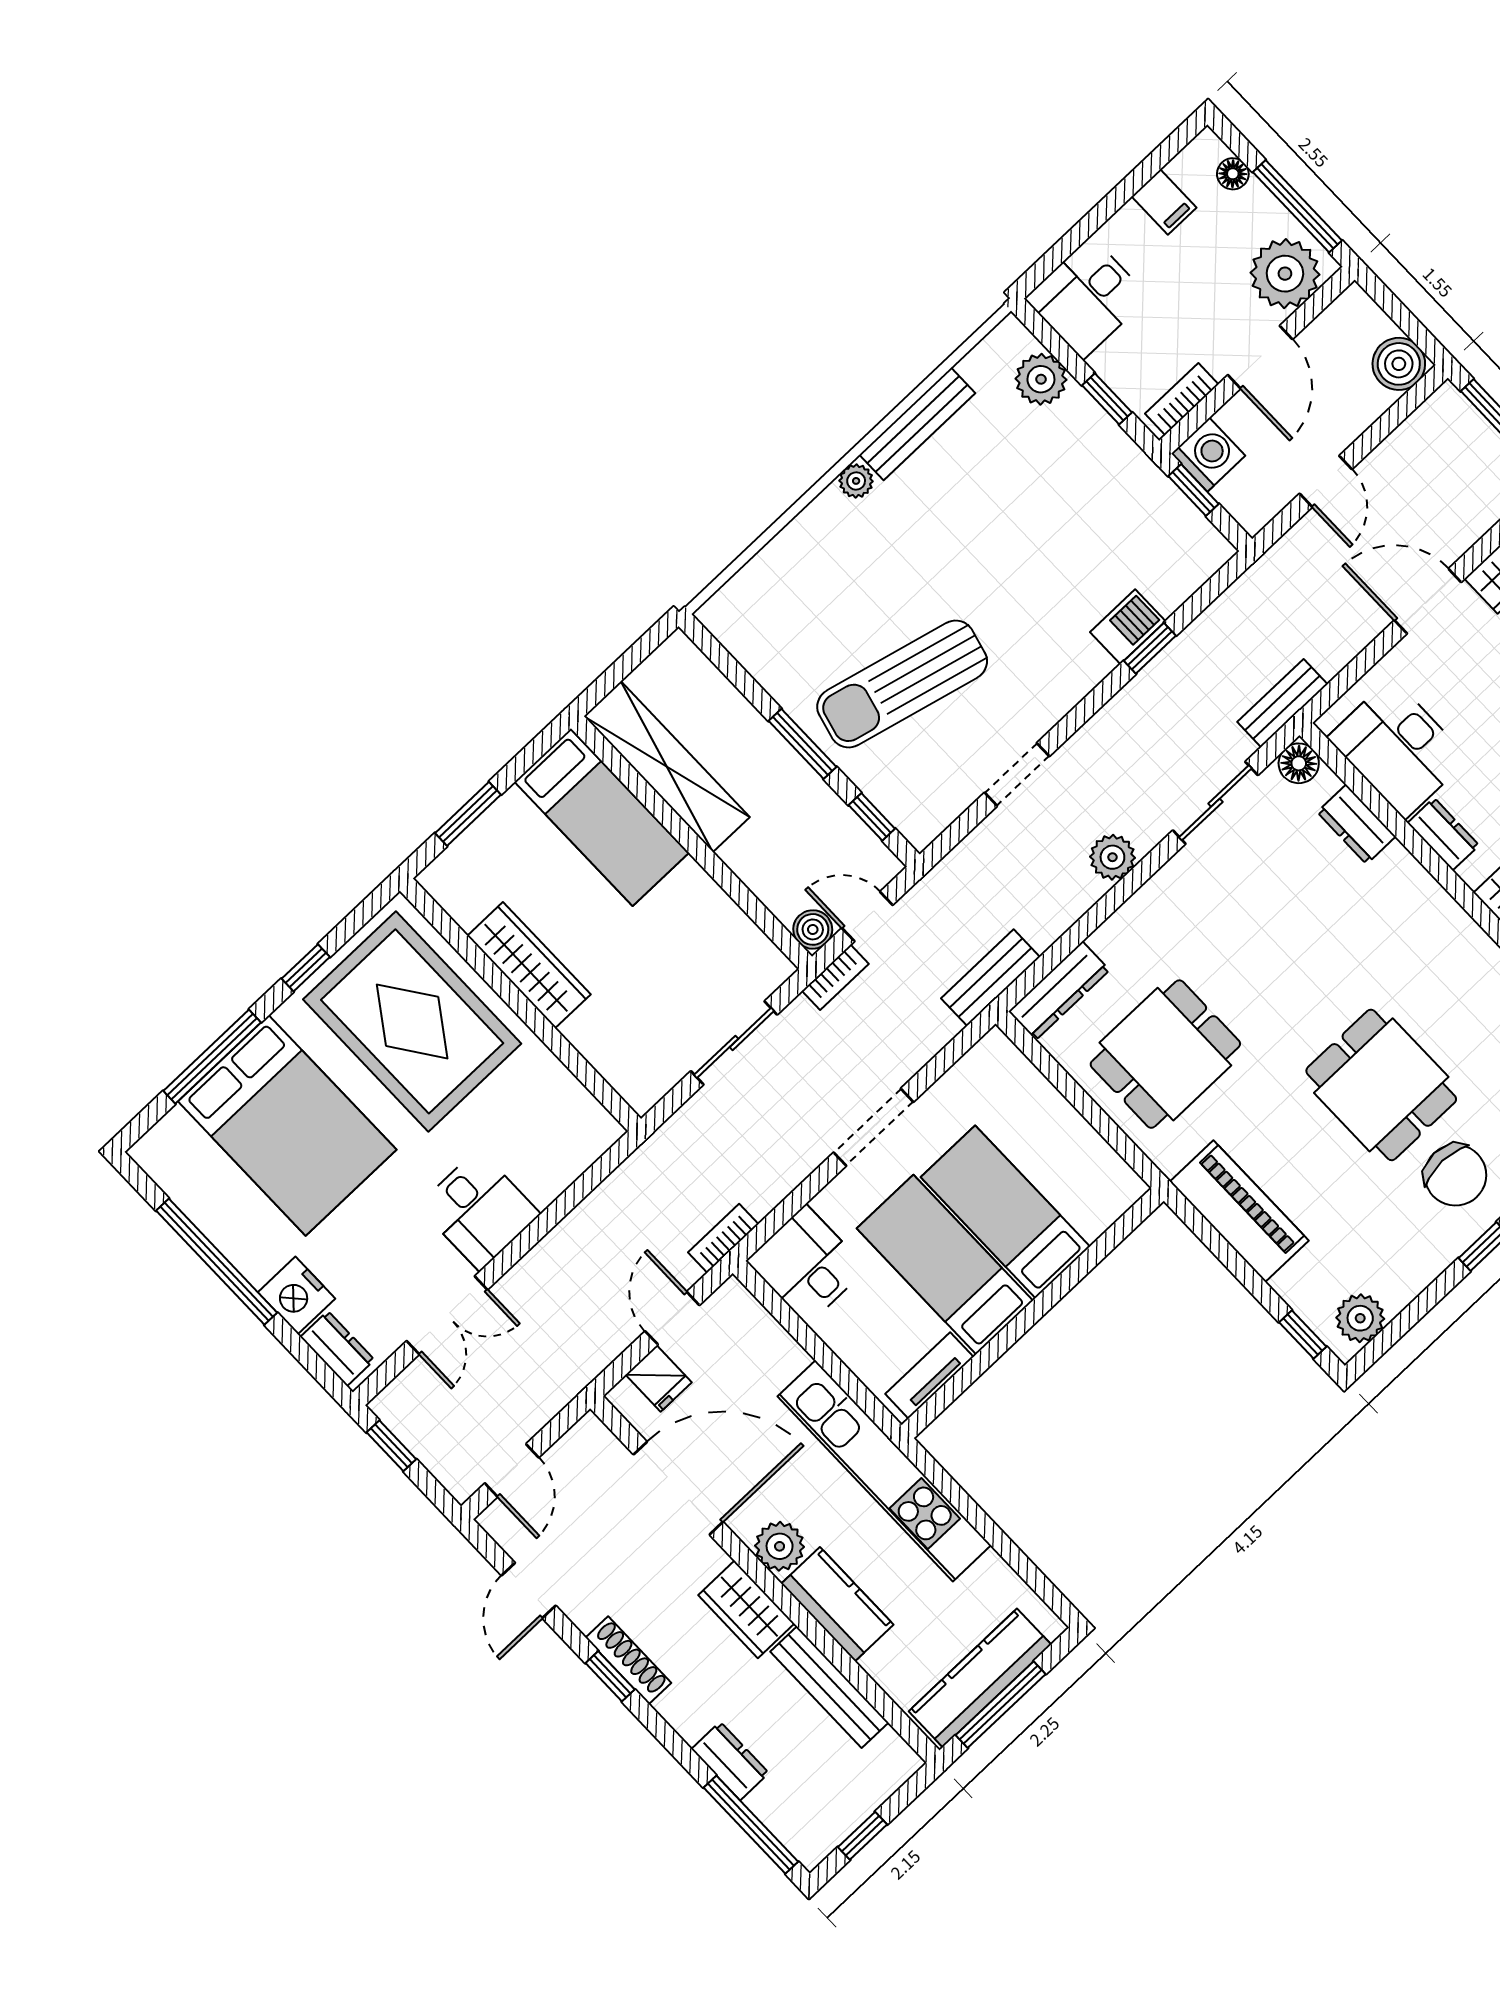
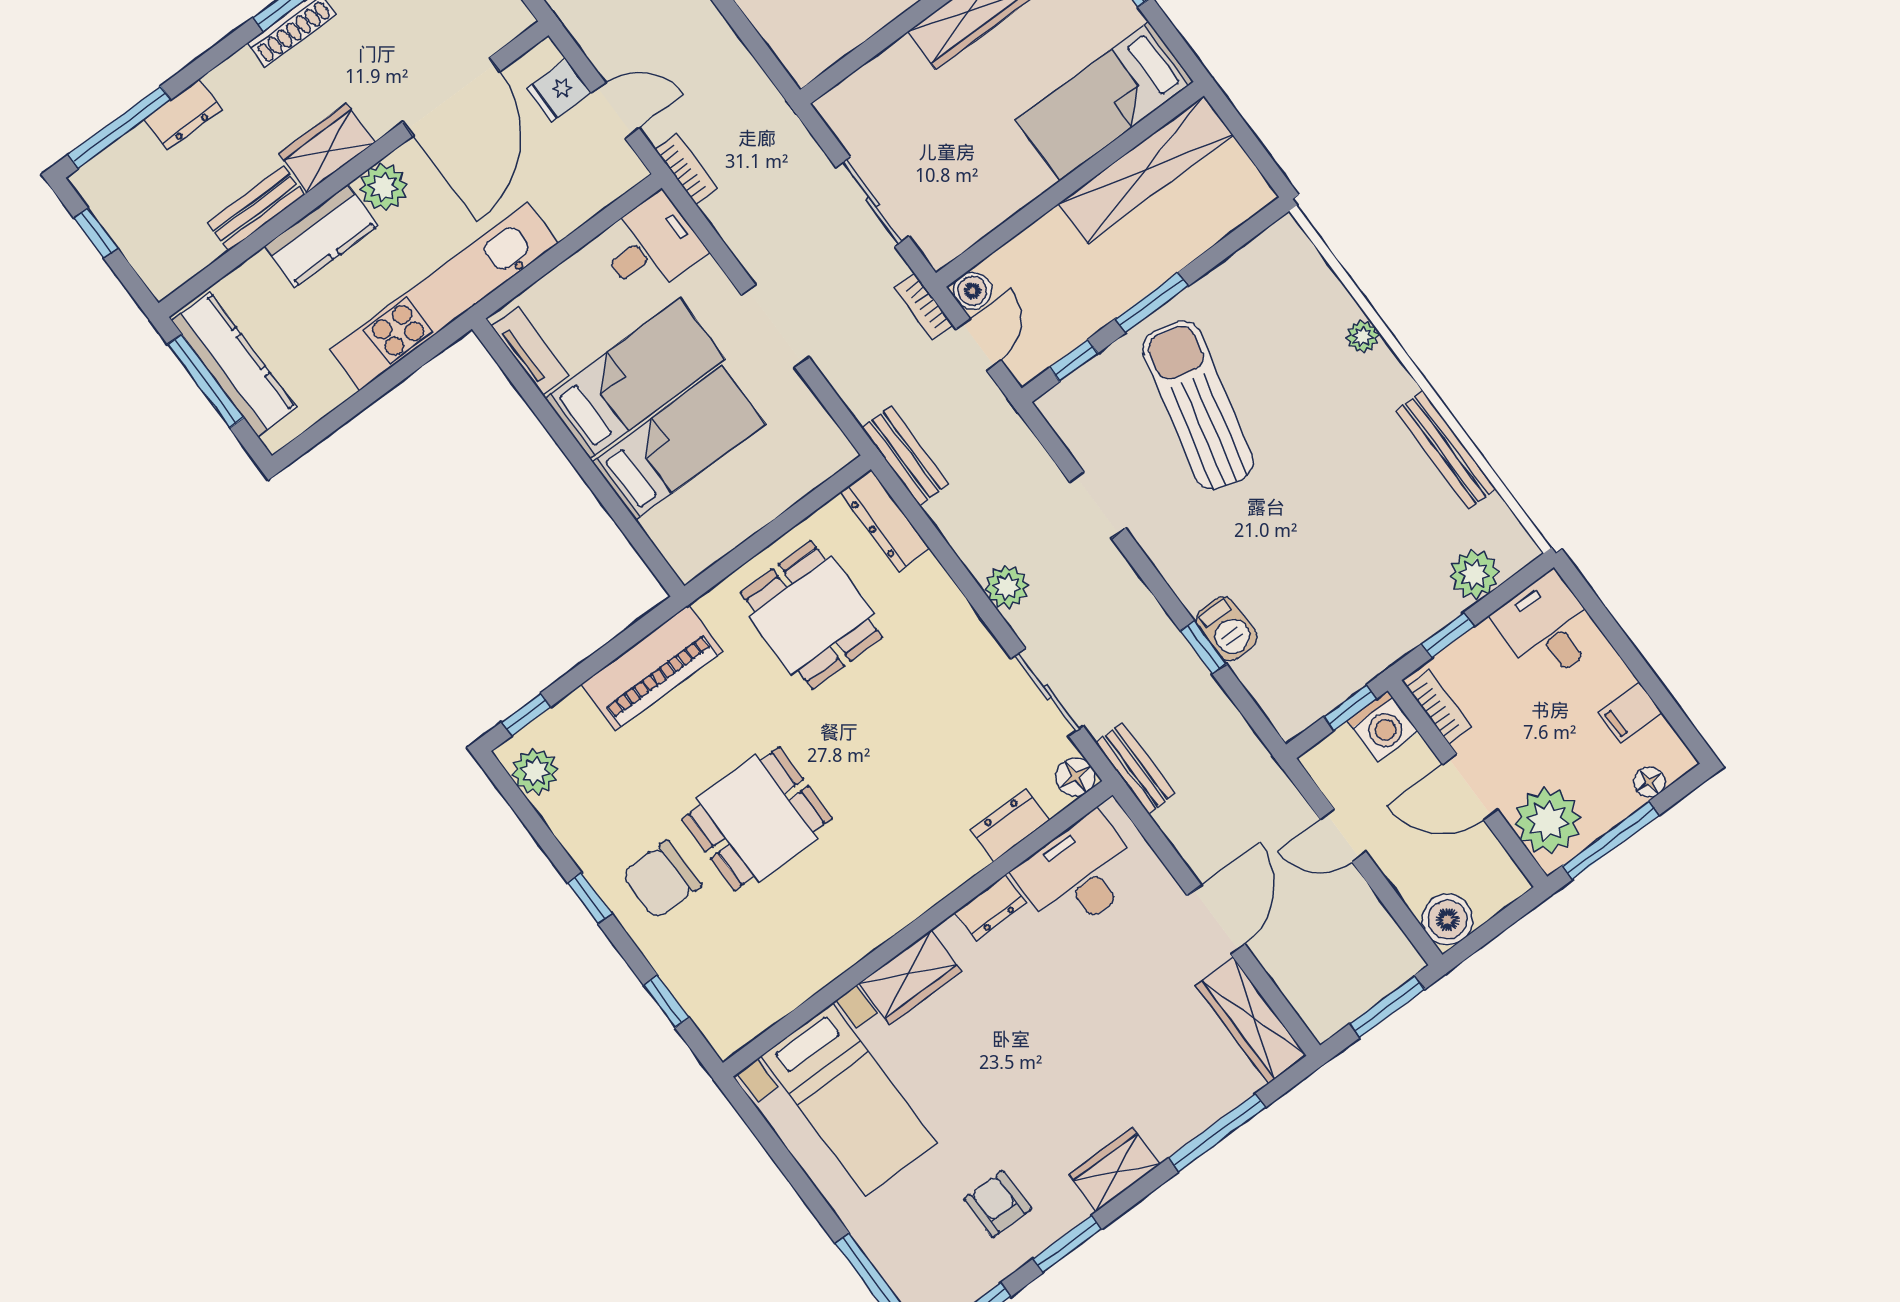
plant: (856, 481) -> (1362, 336), moved
bench: (829, 1687) -> (256, 208), width x0.73

